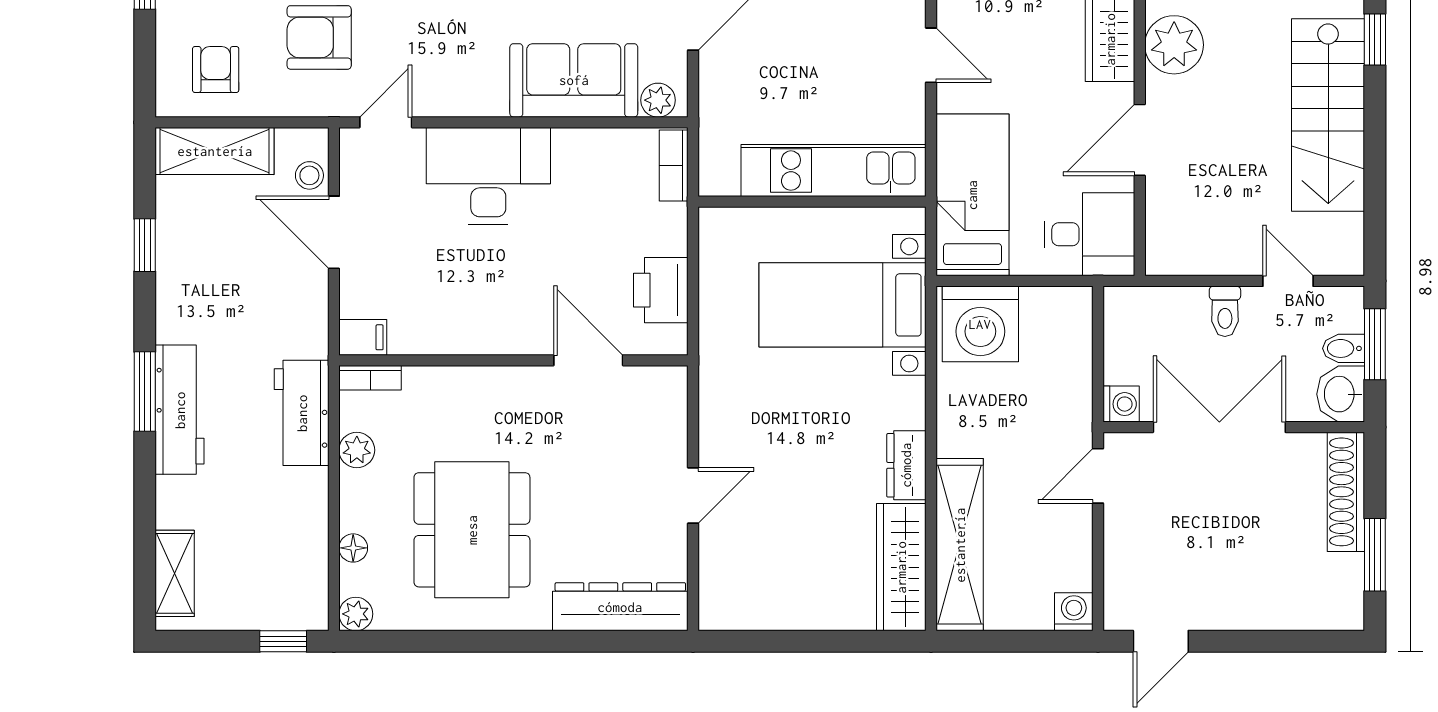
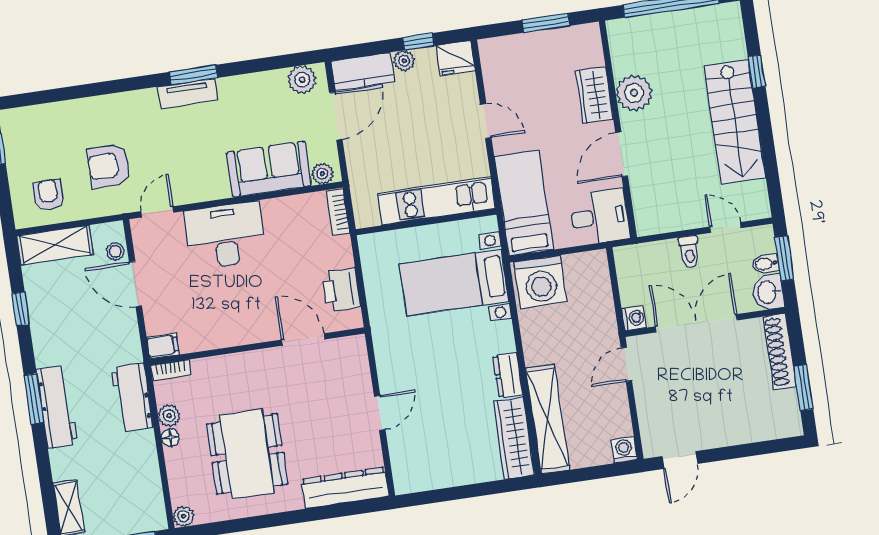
floor lamp: (353, 548) -> (170, 438), moved

